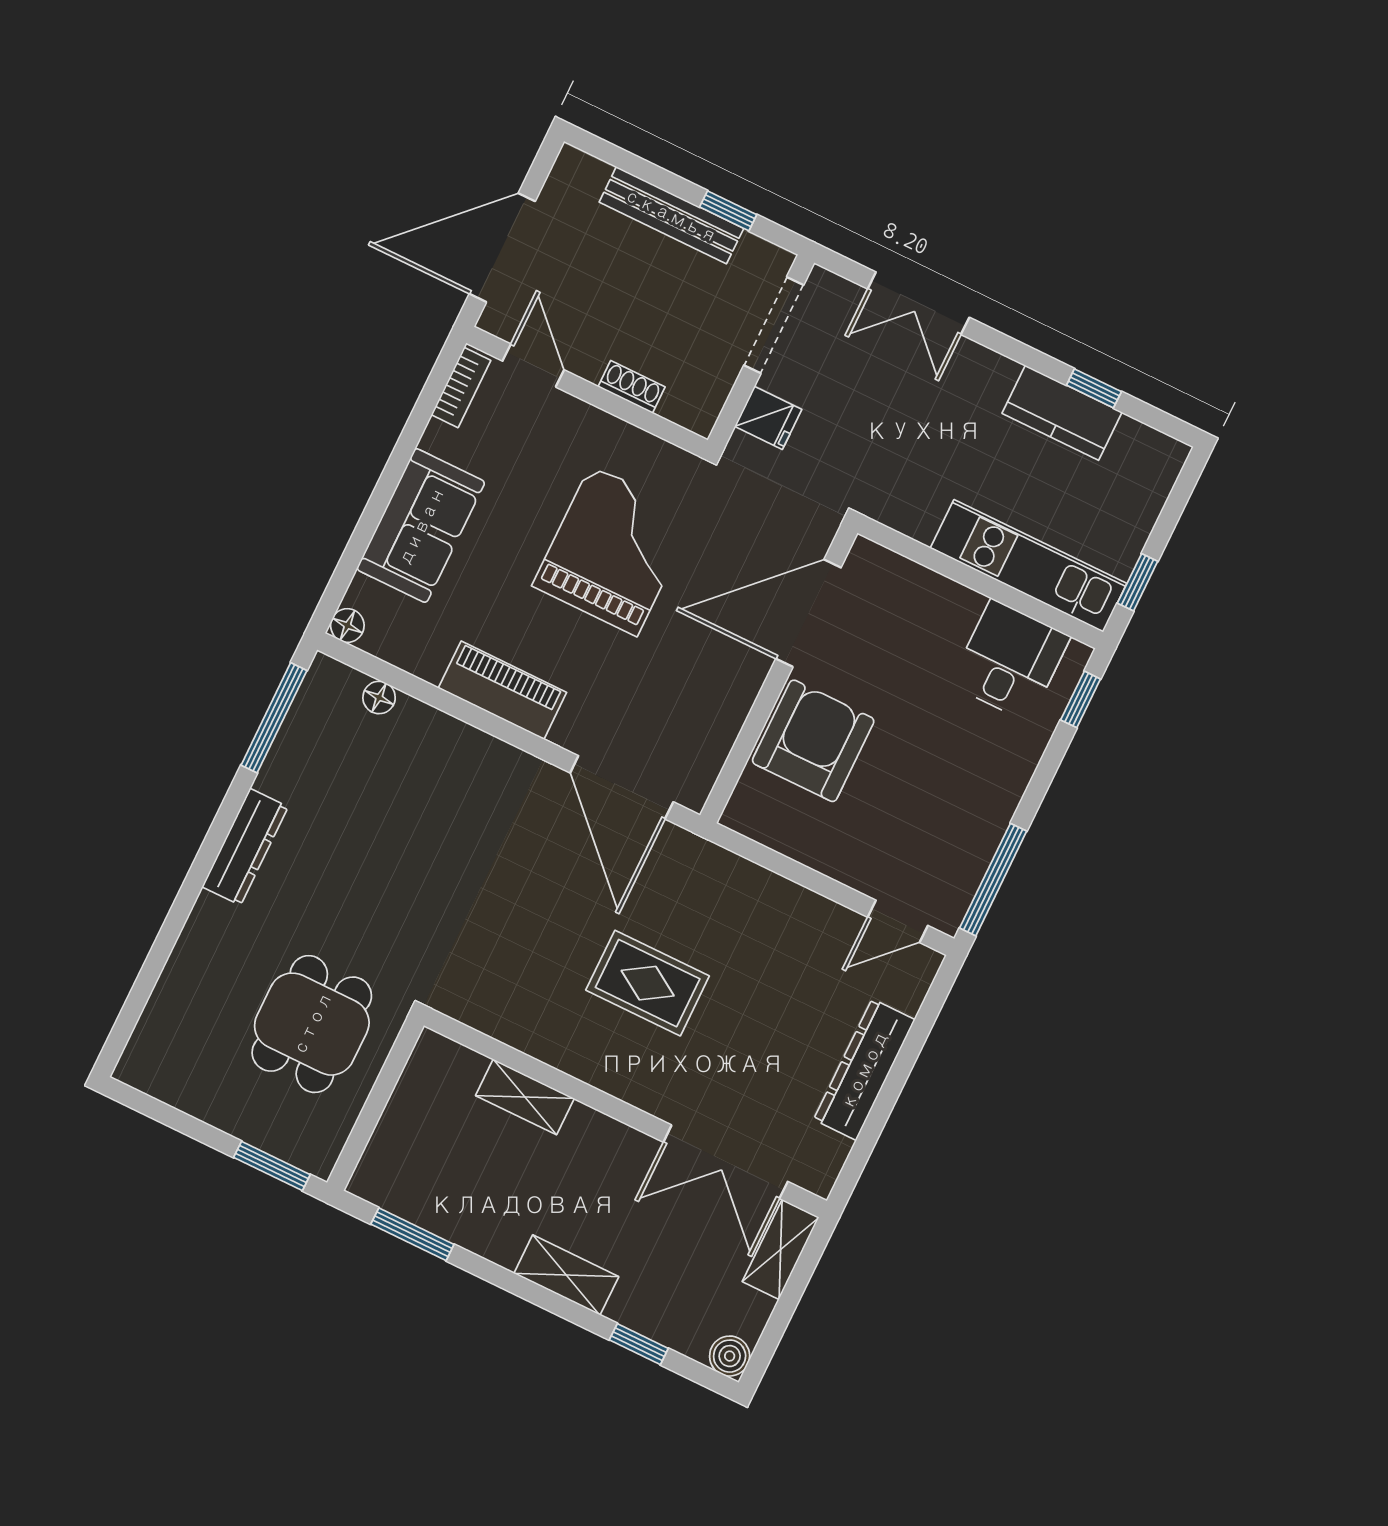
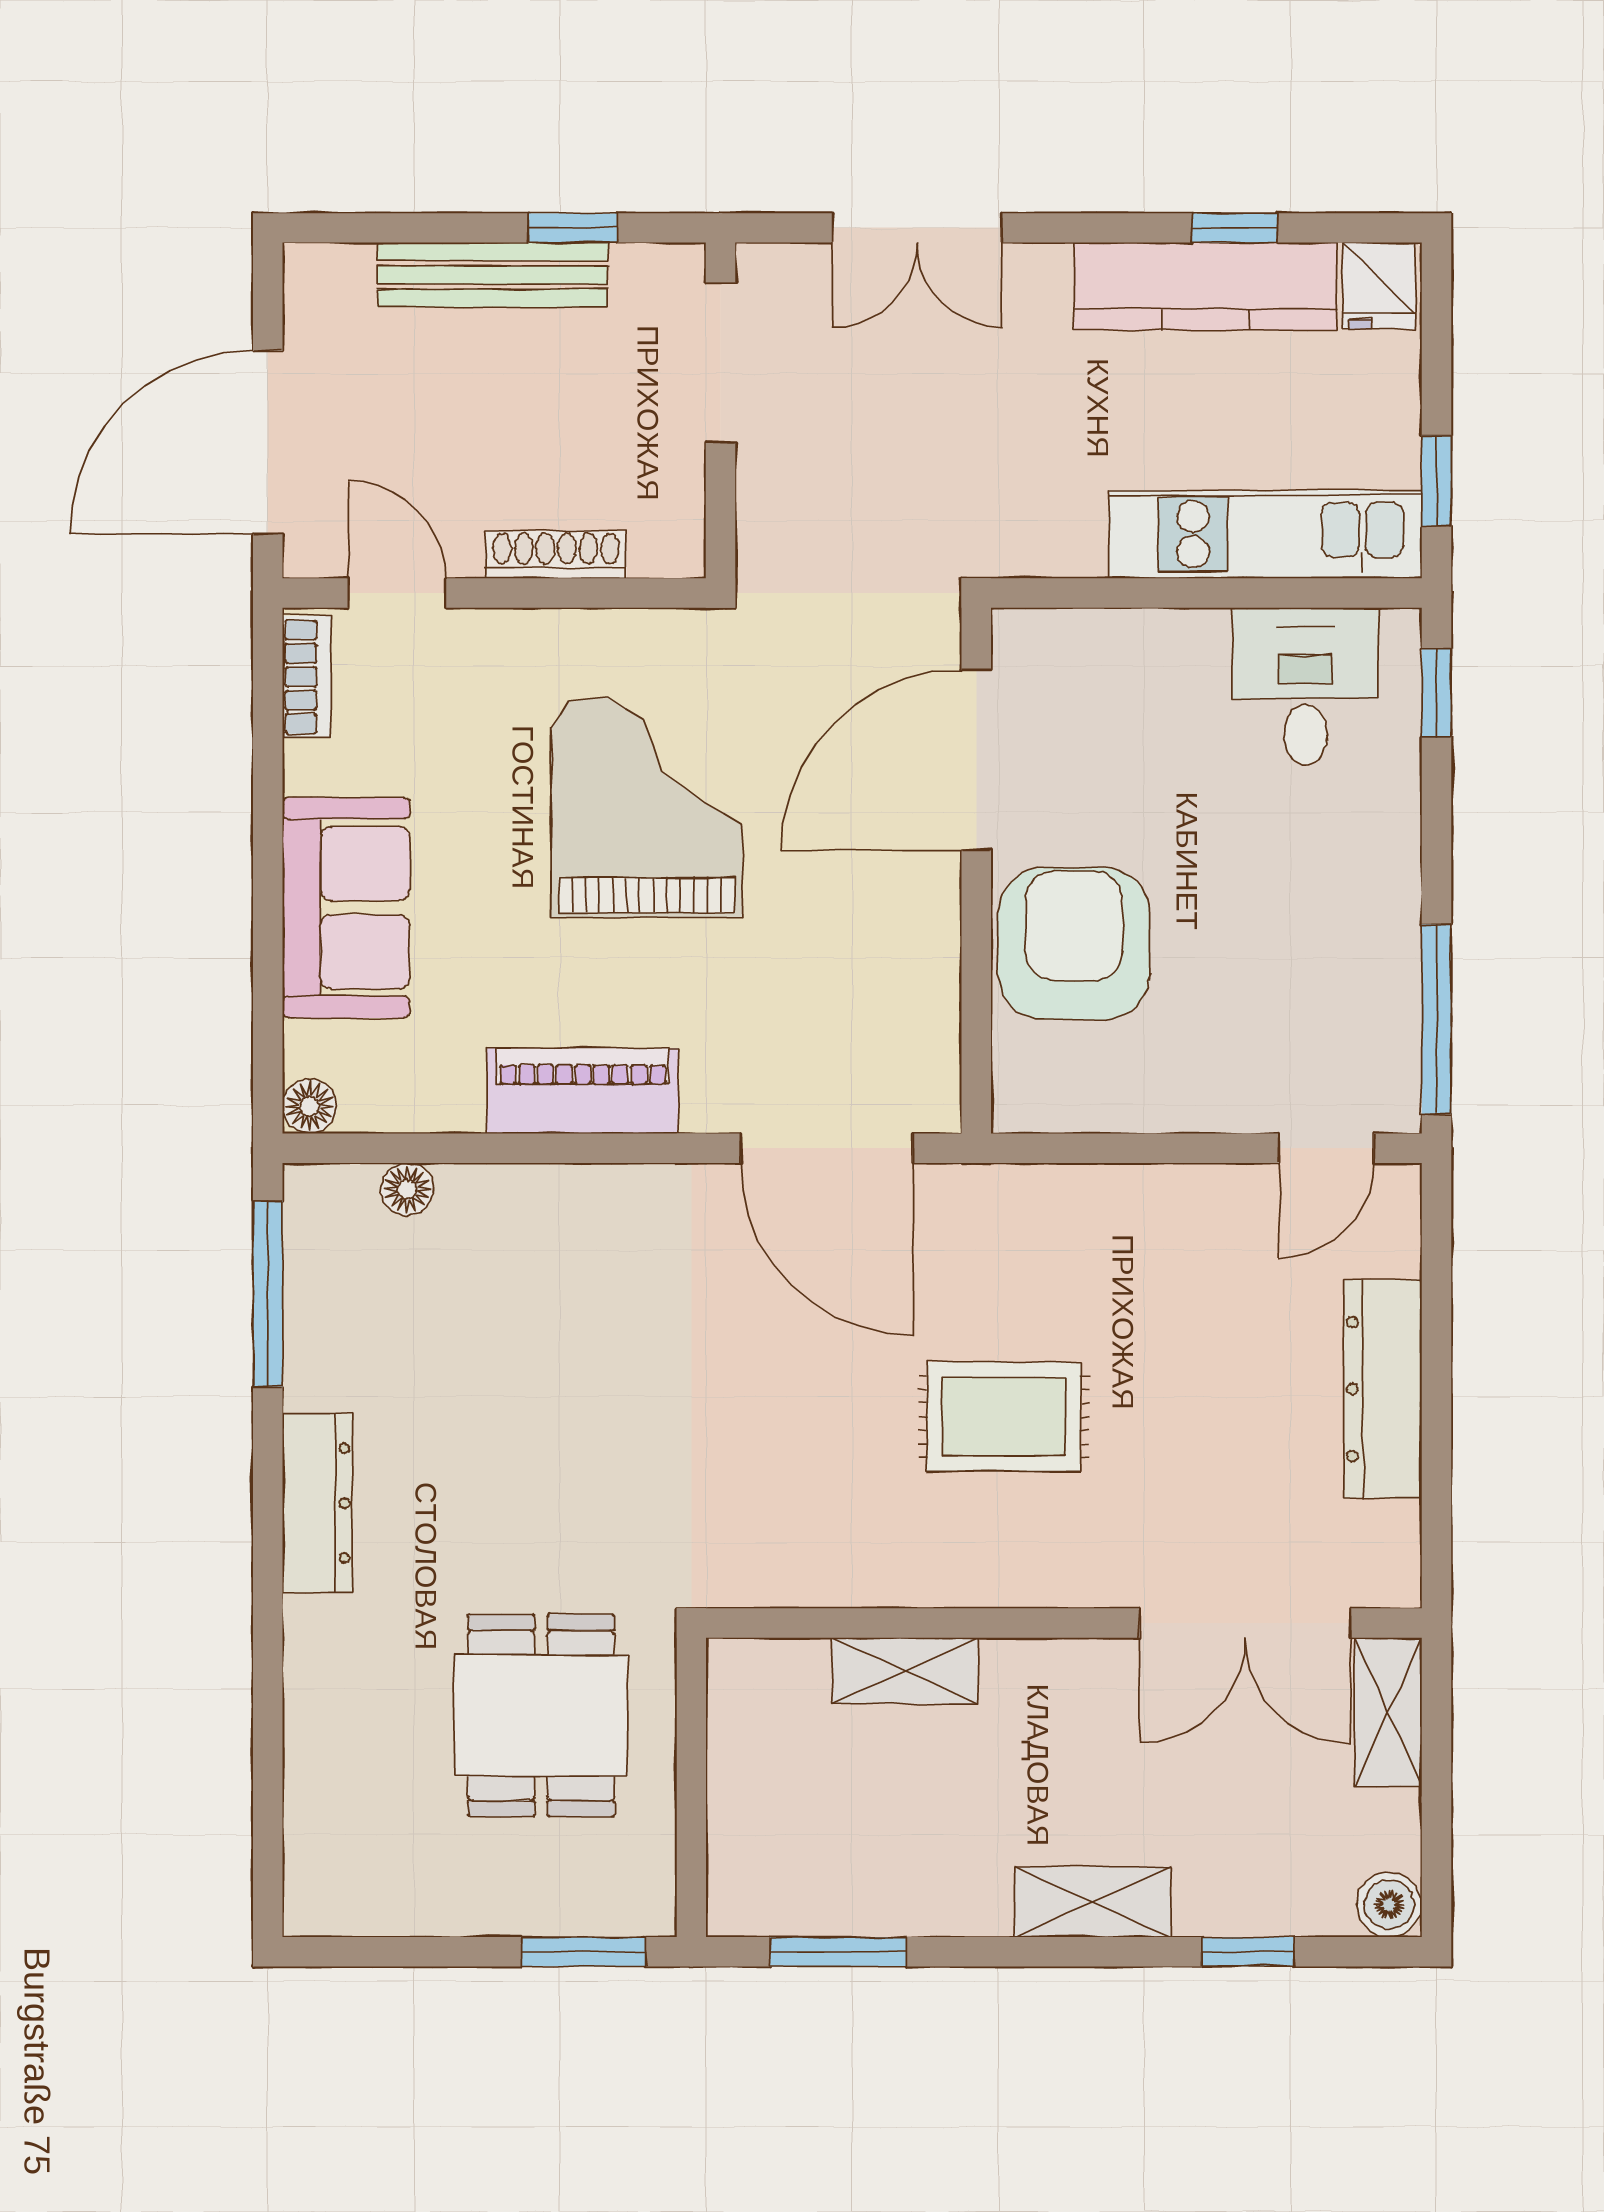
shoe rack: (631, 387) -> (556, 555), width x1.43
kitchen counter: (1062, 413) -> (1205, 286), width x1.50
fridge: (768, 418) -> (1379, 286), moved, turned 90

